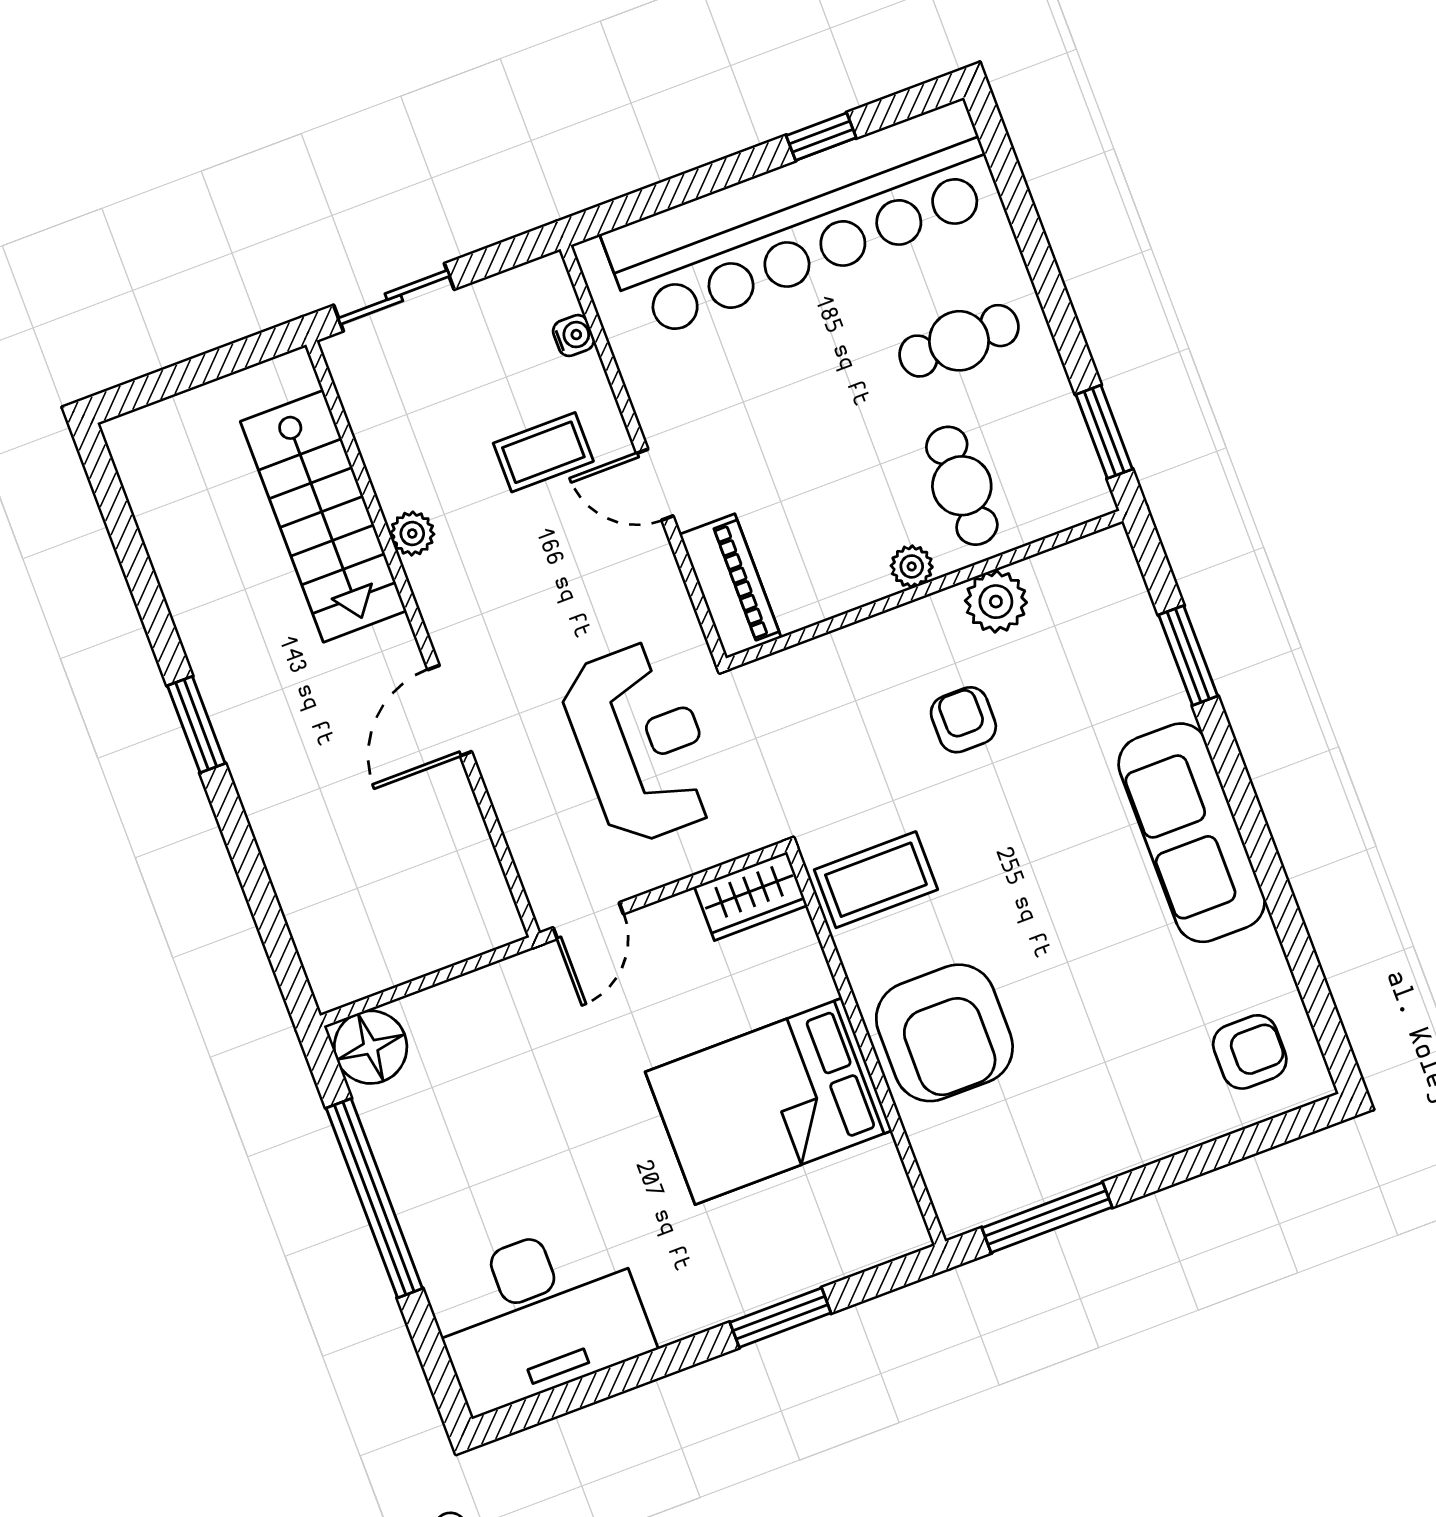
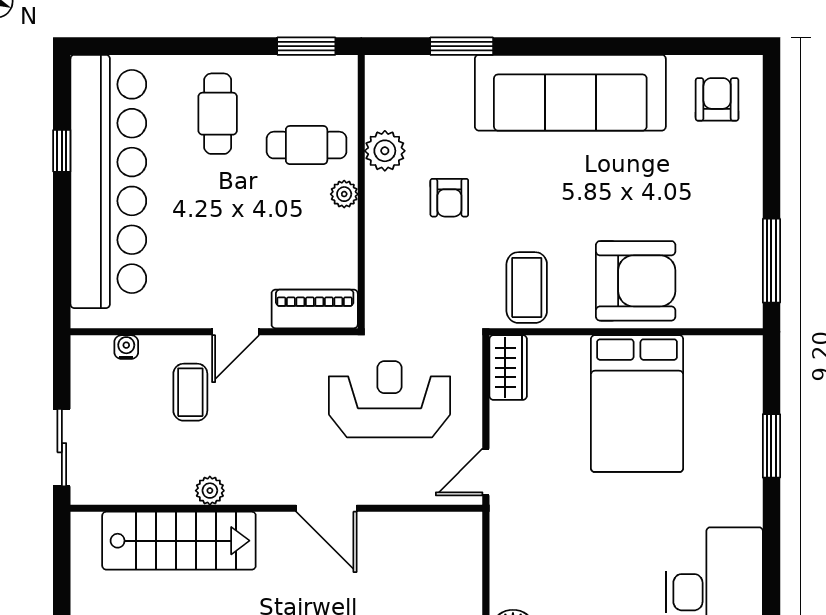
armchair: (963, 720) -> (449, 198), turned -90
sofa: (1192, 833) -> (570, 93), width x1.36, depth x1.27
door: (588, 921) -> (486, 472), swing flipped

